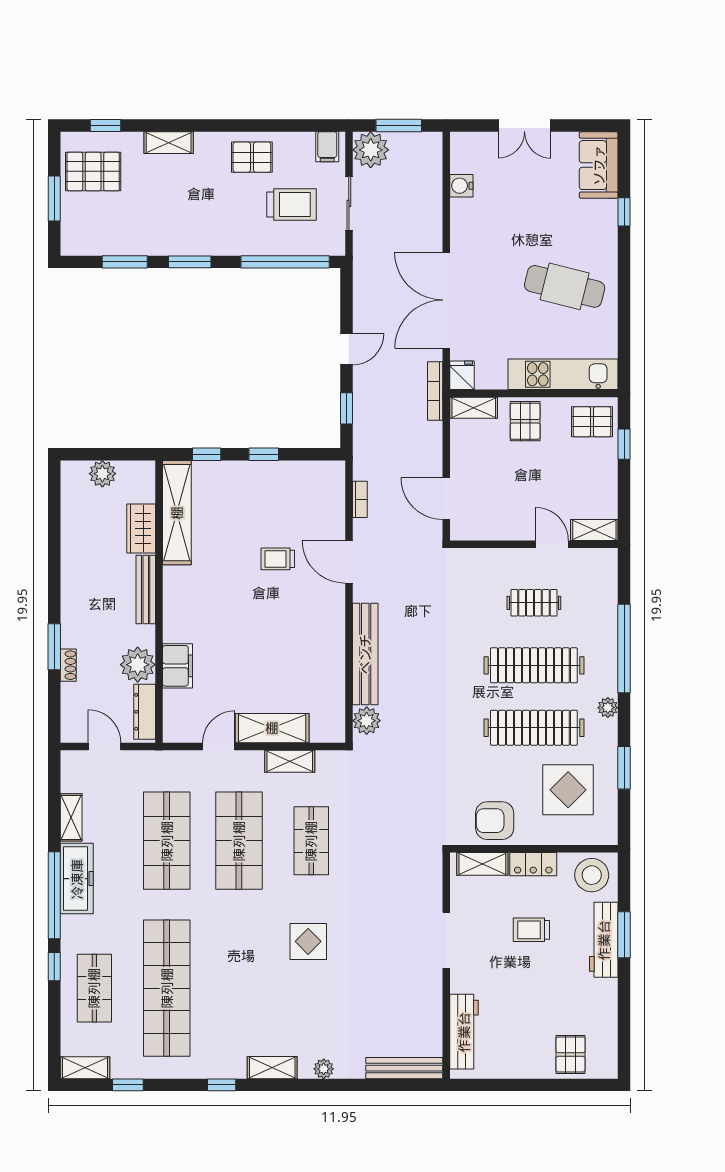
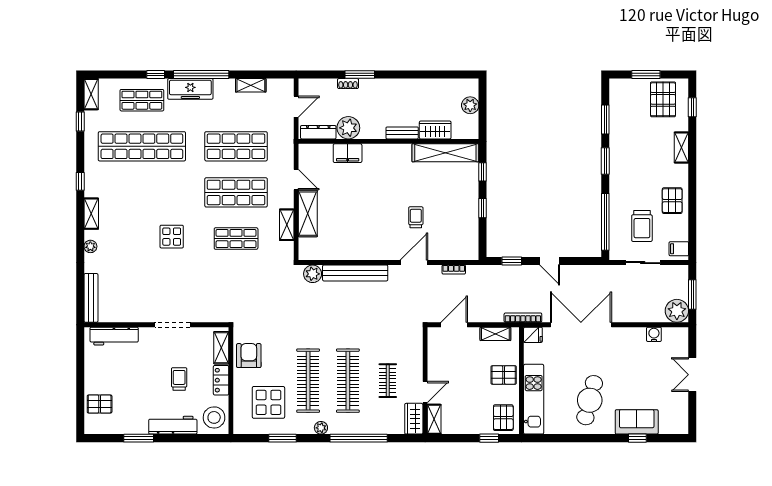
plant: (371, 150) -> (677, 311), moved
sofa: (599, 165) -> (637, 422), moved
shelving: (474, 408) -> (495, 334), moved, turned 90
wardrobe: (594, 562) -> (414, 419), added
bench: (146, 589) -> (402, 133), width x0.73
freezer: (77, 879) -> (190, 89), moved
window: (624, 935) -> (139, 438), moved

